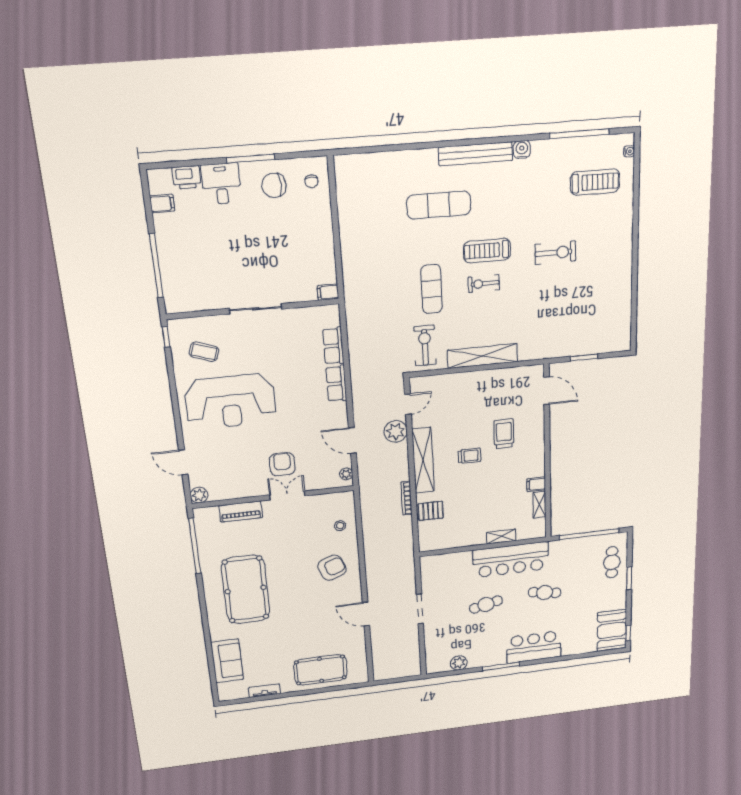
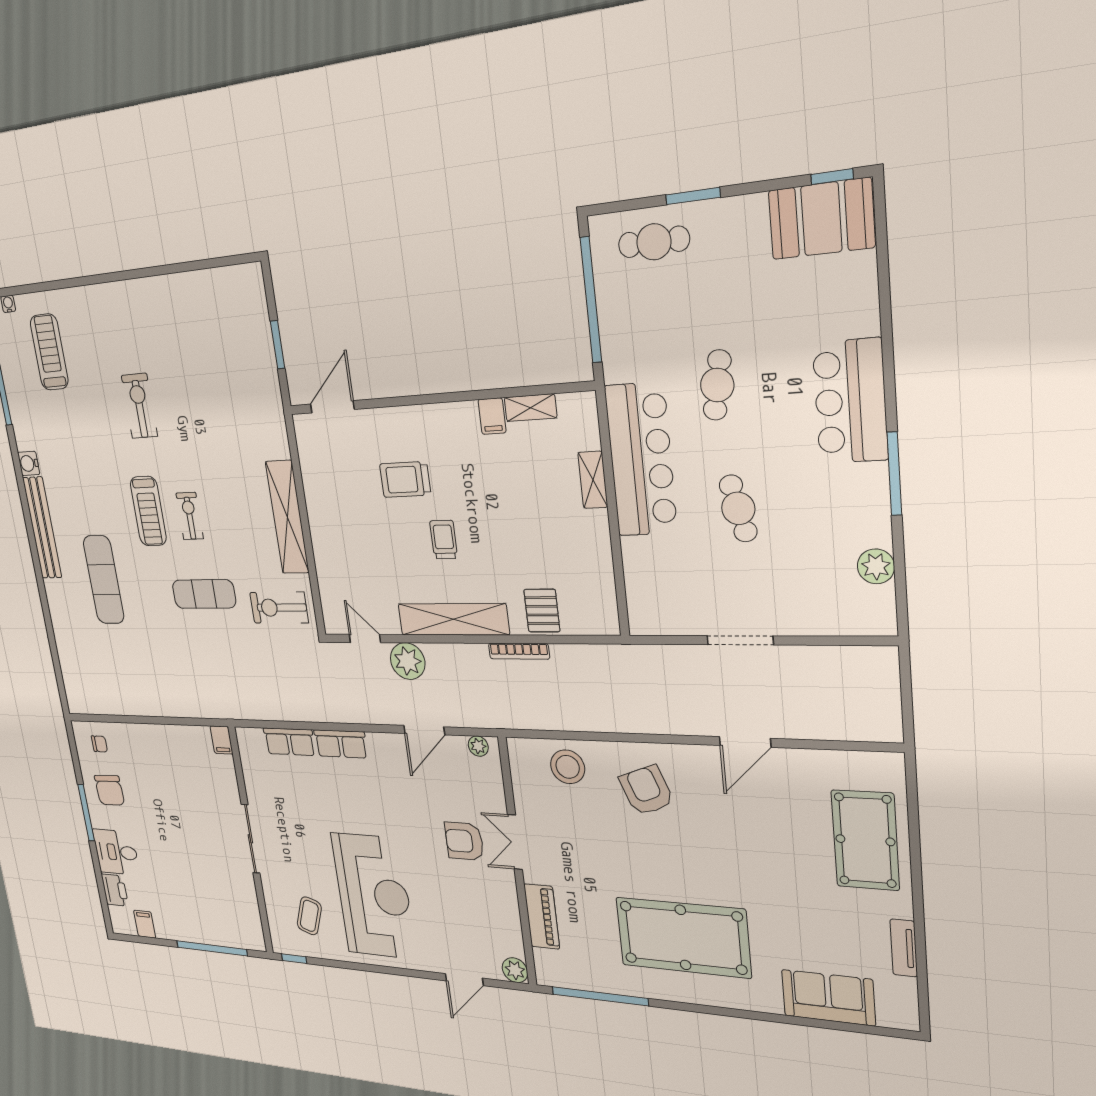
exercise bike: (484, 284) -> (190, 516), turned 180
stool: (340, 526) -> (568, 767), width x1.89, depth x1.89

